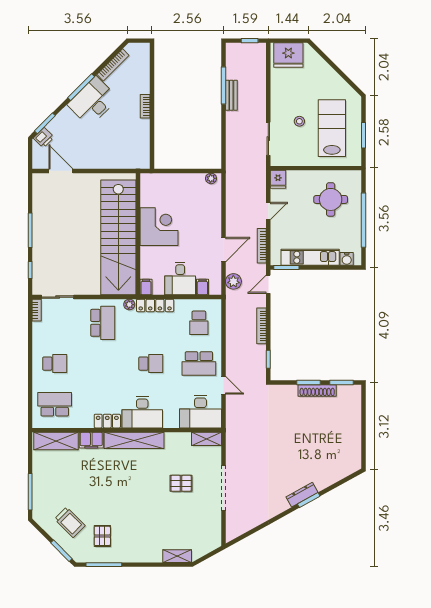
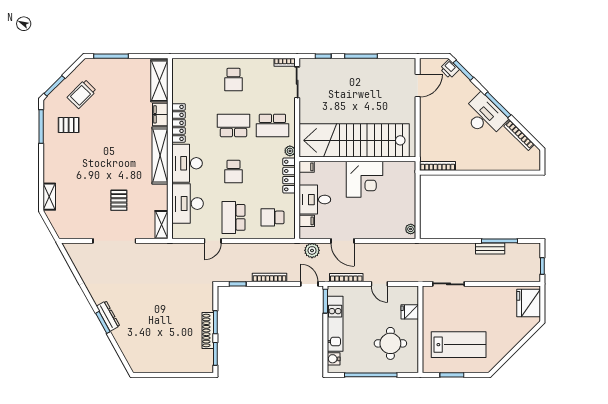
bookcase: (145, 106) -> (438, 166), moved, width x1.56
stool: (299, 121) -> (465, 314), removed
fridge: (278, 179) -> (410, 312), moved
school desk: (55, 404) -> (233, 125), moved, turned -90
desk: (200, 412) -> (188, 204), moved
locker: (107, 421) -> (178, 123), width x1.53

